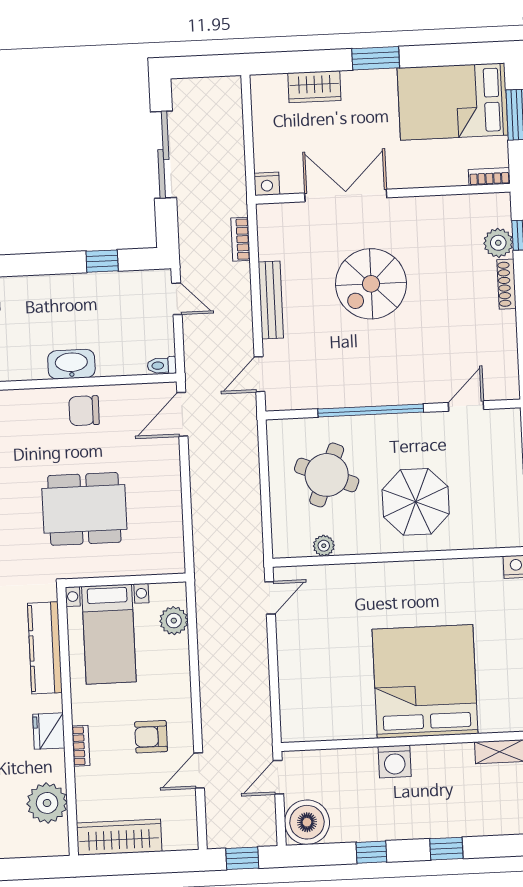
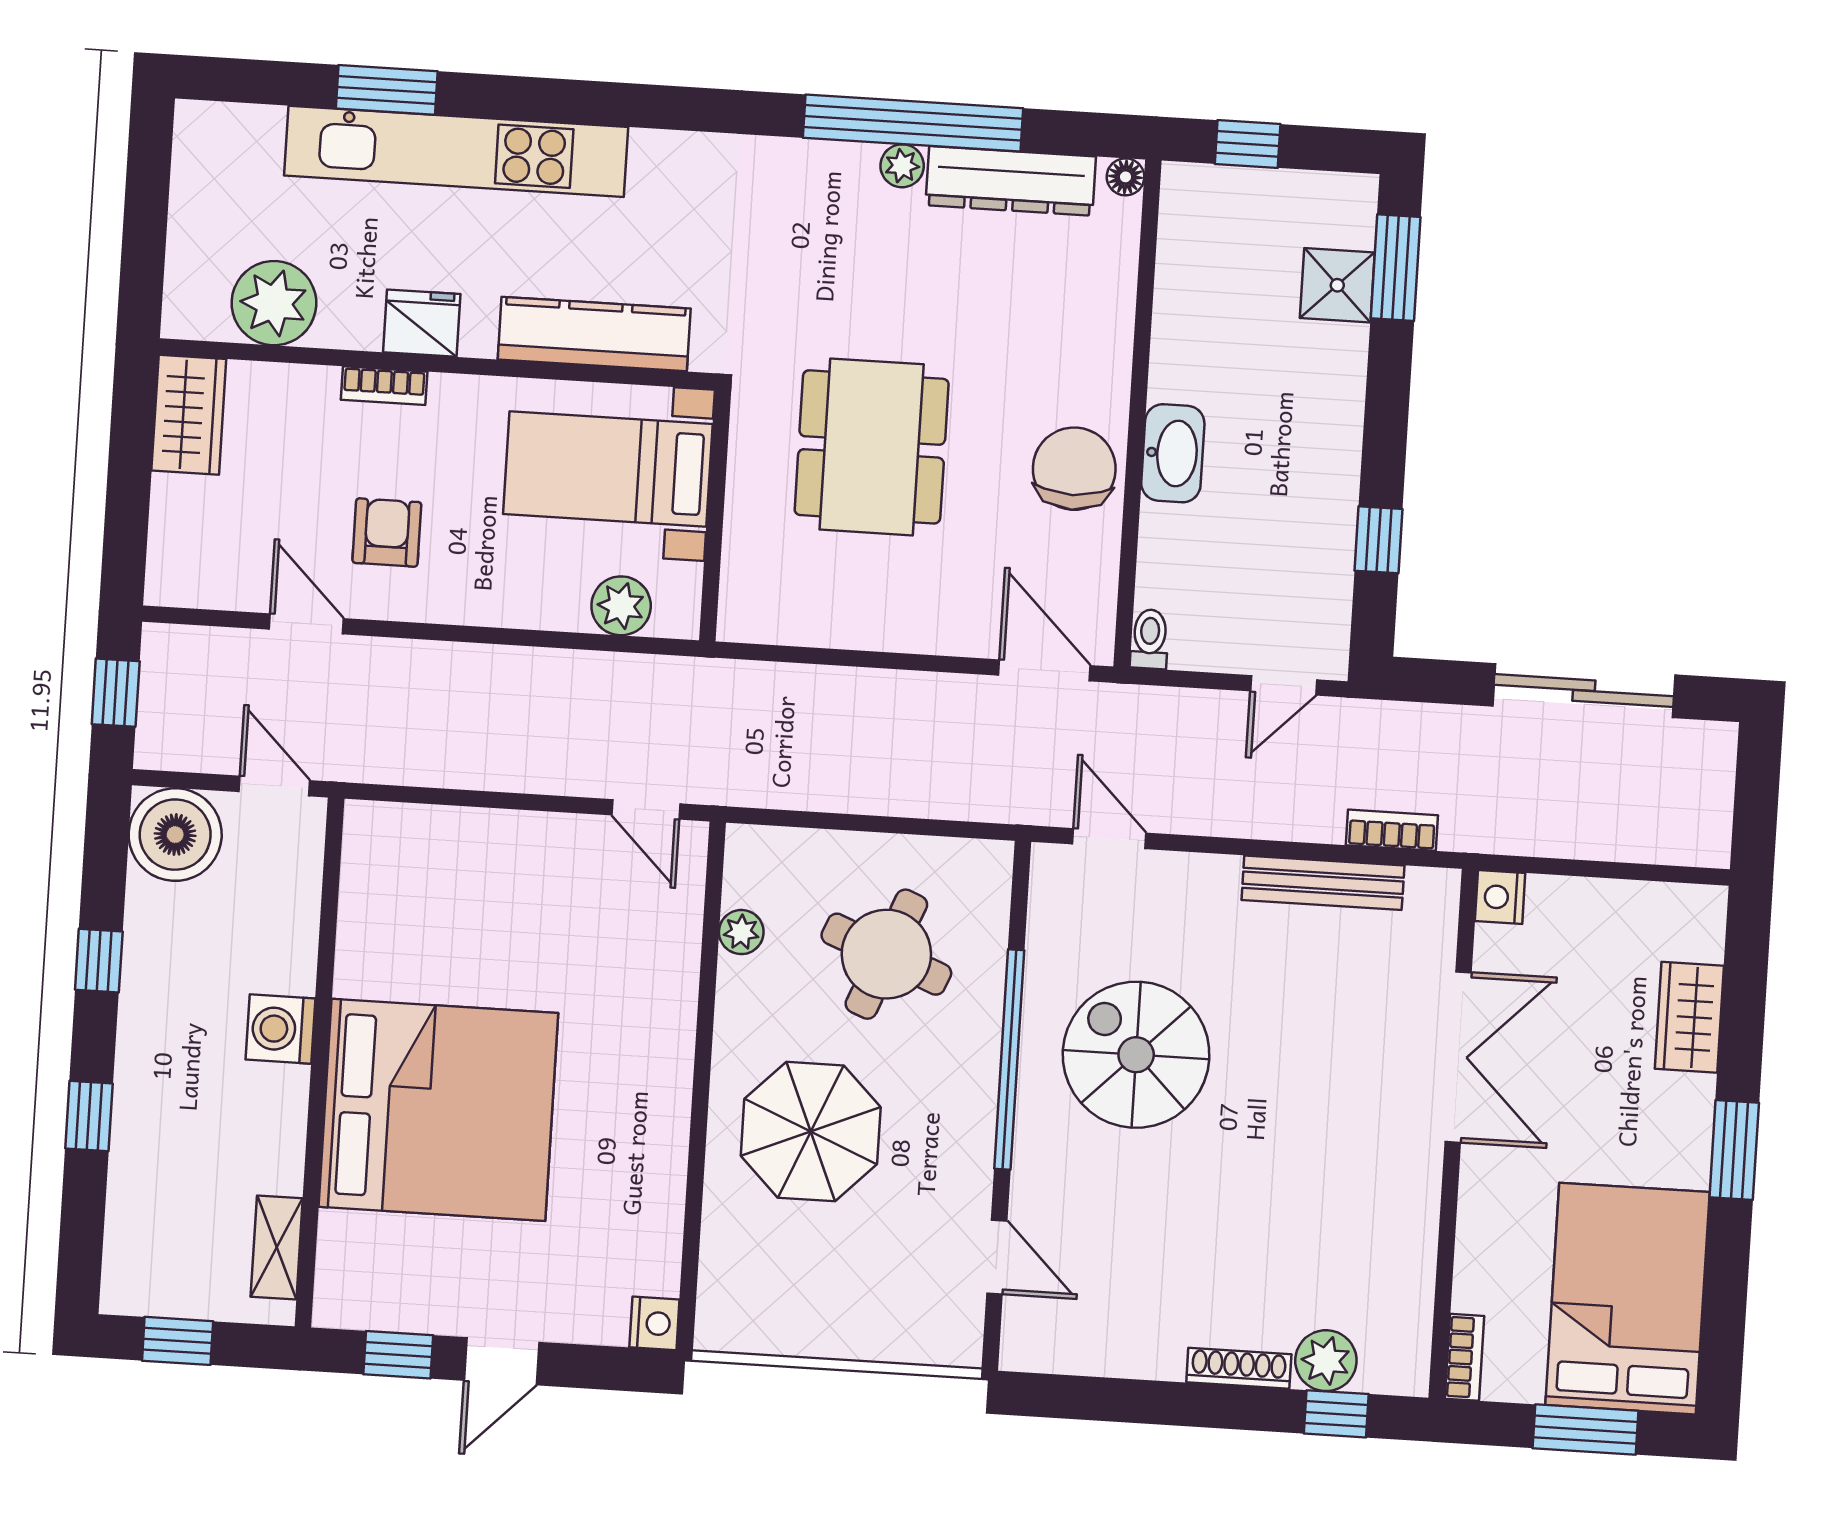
spiral stairs: (371, 284) -> (1136, 1055), moved
bench: (271, 300) -> (1323, 883), moved
chair: (84, 411) -> (1074, 469), width x1.37, depth x1.37
wardrobe: (119, 837) -> (189, 415), width x0.67

